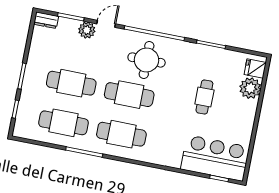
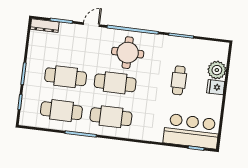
dresser: (46, 20) -> (45, 26), width x1.44
plant: (87, 30) -> (75, 31), removed
fridge: (255, 69) -> (216, 87), moved

